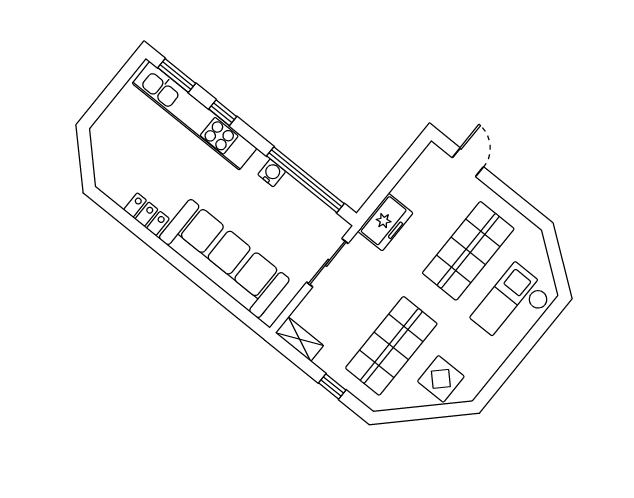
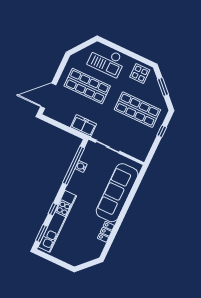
door: (468, 162) -> (48, 96), width x1.88
water cooler: (272, 173) -> (81, 166), moved
shelving: (299, 339) -> (144, 151), removed
display table: (441, 379) -> (140, 74), moved
window: (427, 412) -> (163, 87), added

